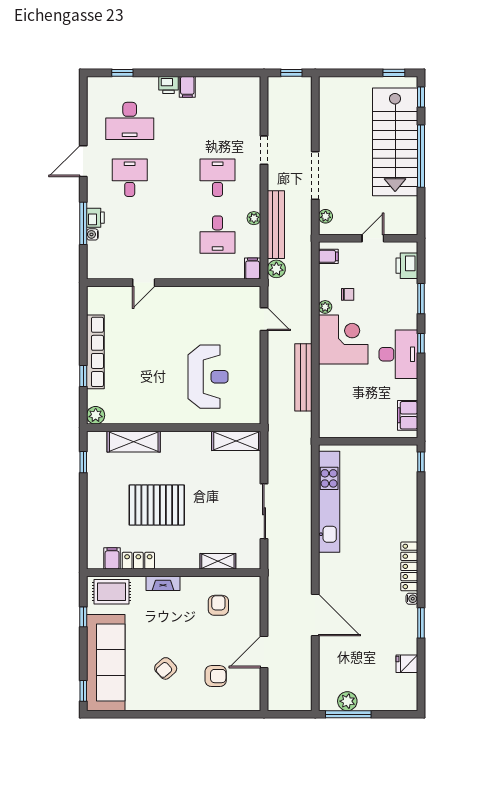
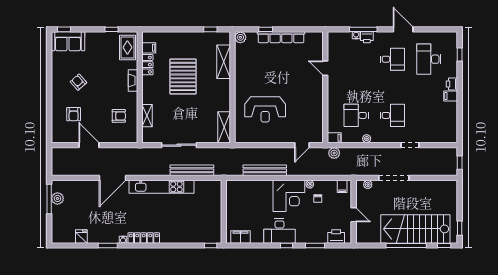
bench: (276, 225) -> (192, 170), moved
kitchen unit: (329, 502) -> (161, 187), moved
sofa: (106, 663) -> (68, 41), width x0.54, depth x0.79

